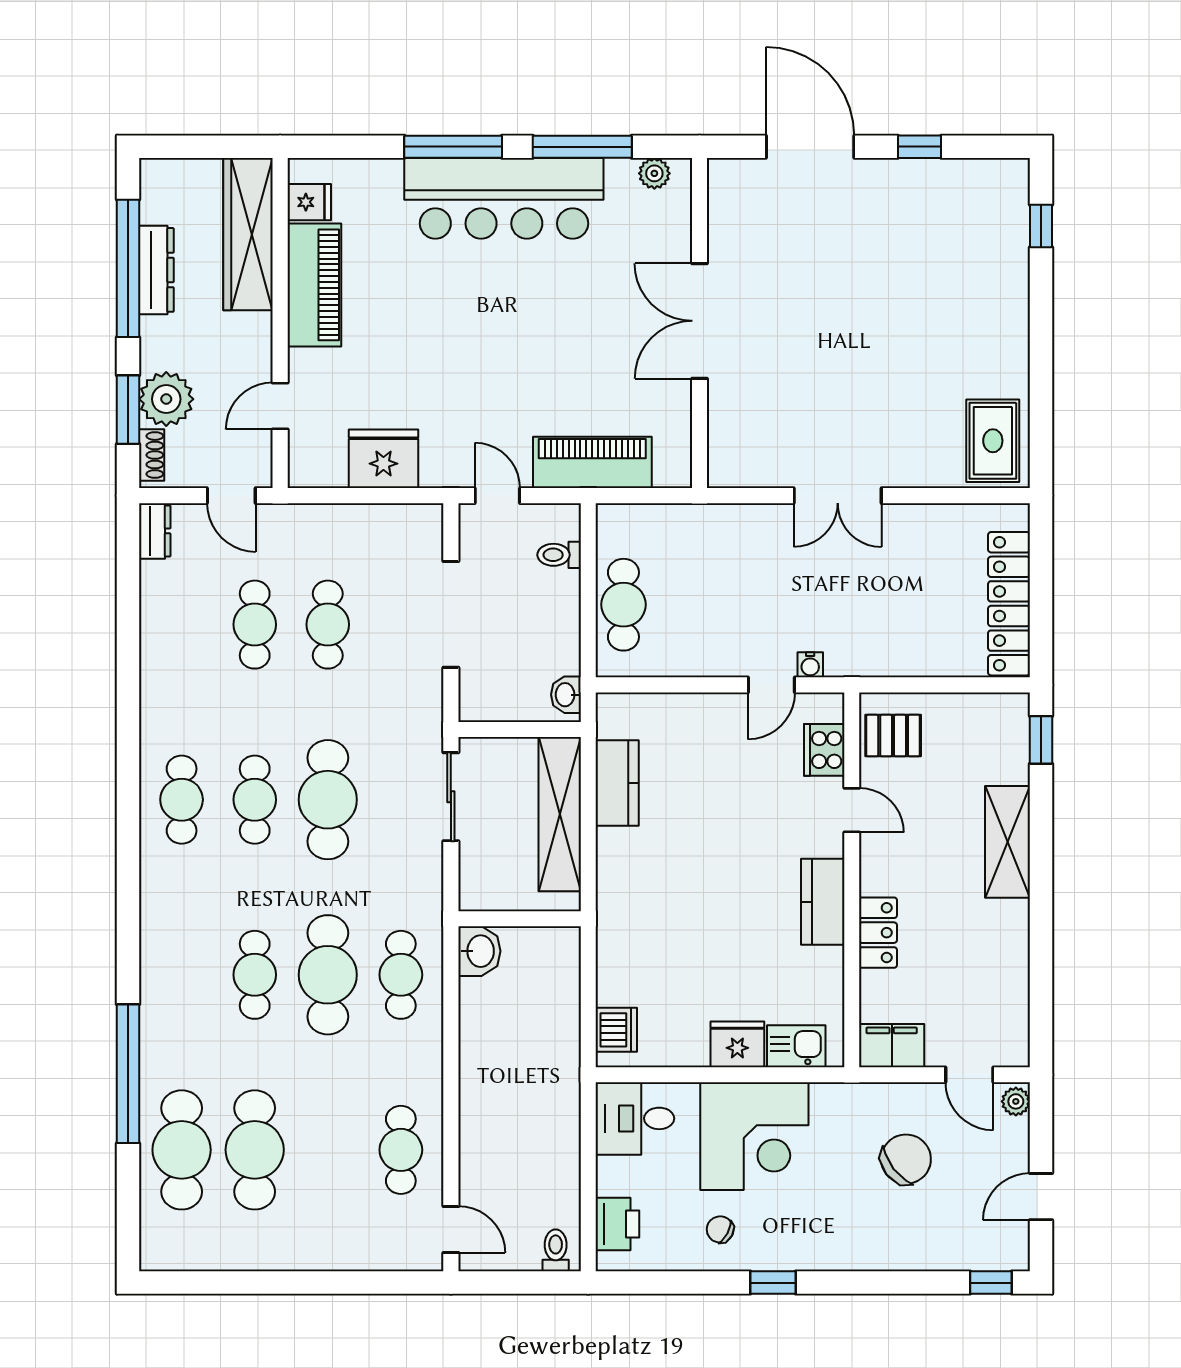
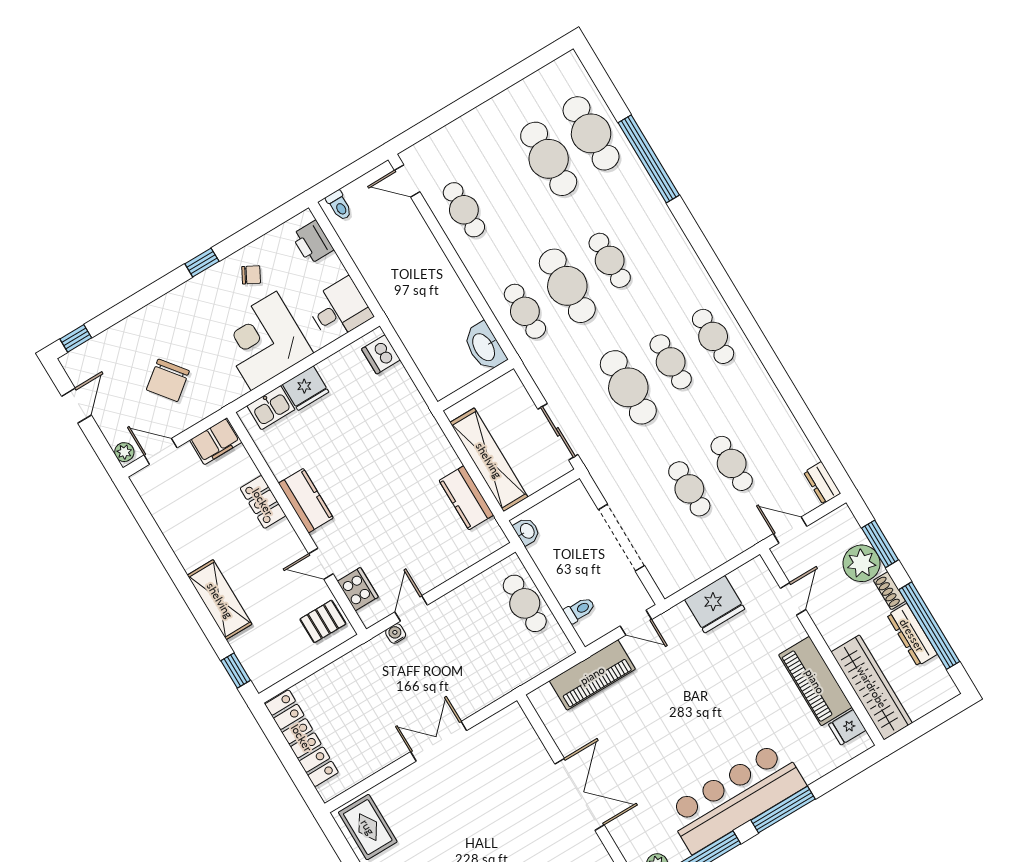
shoe rack: (152, 455) -> (889, 591), moved
washbasin: (479, 951) -> (484, 347), width x1.38

